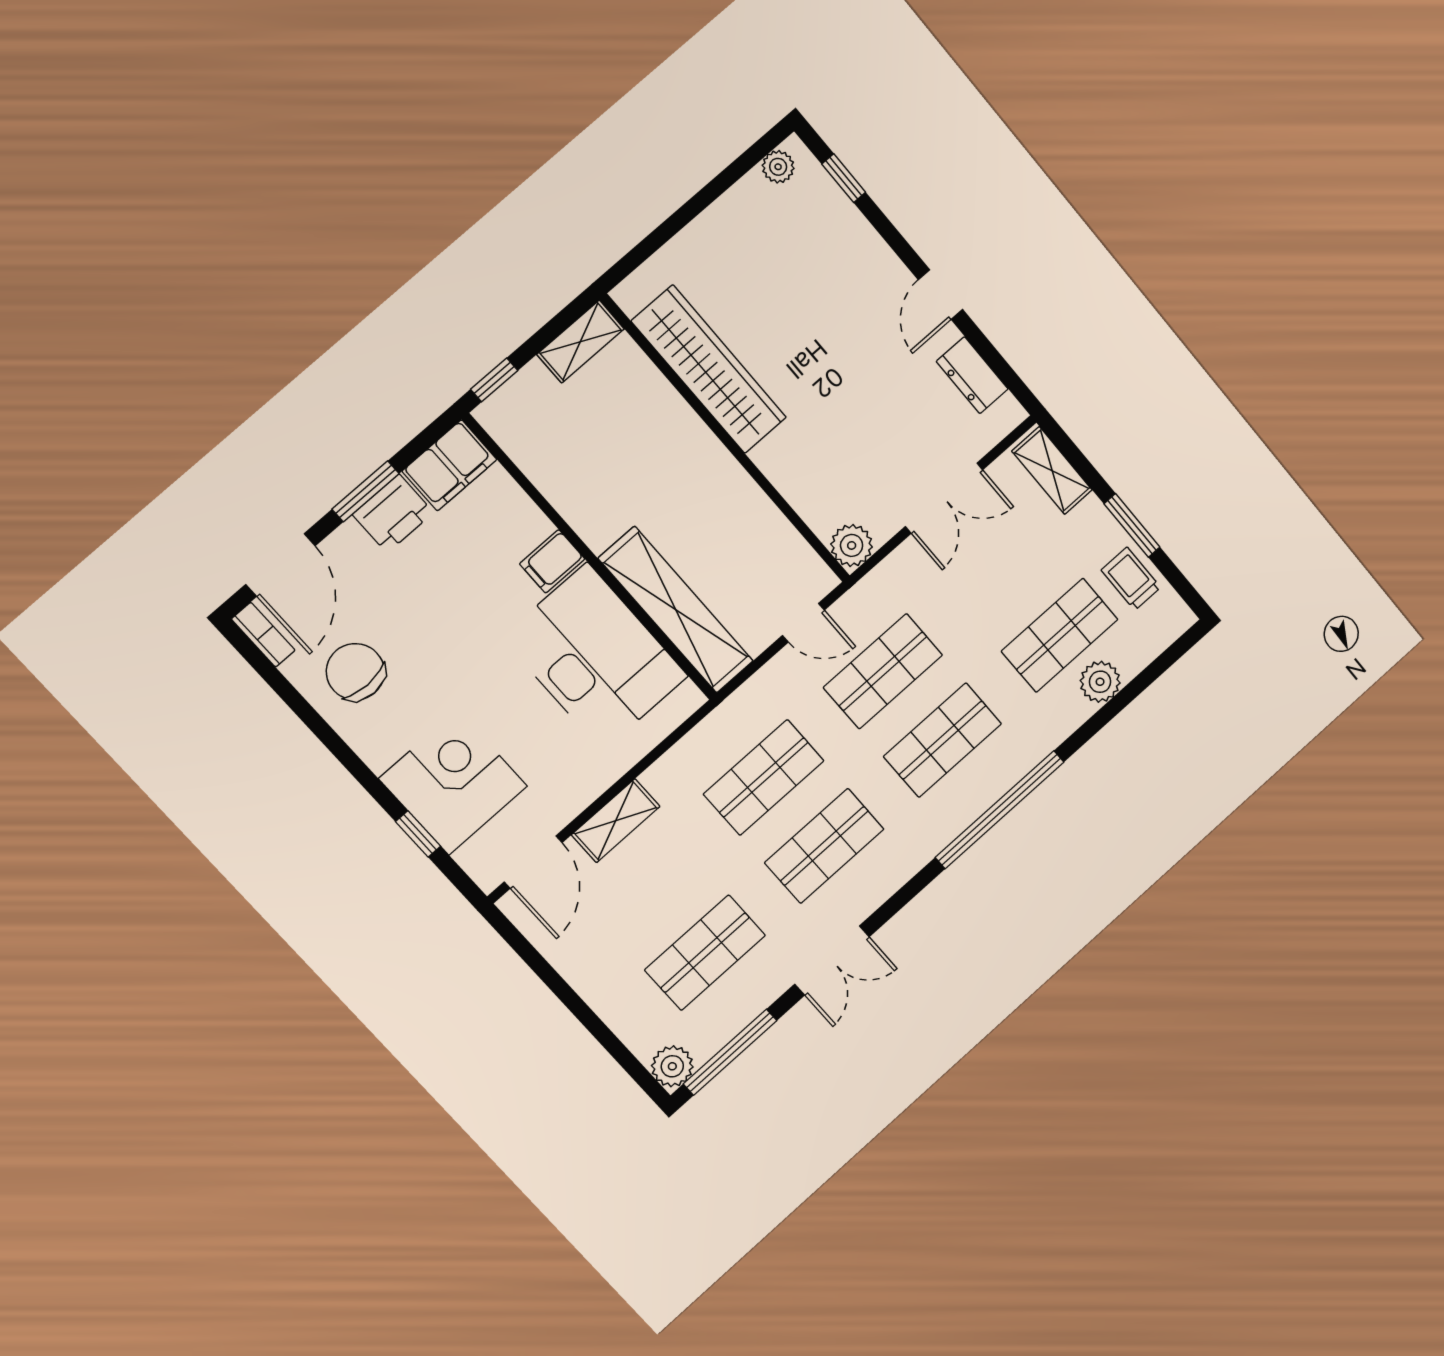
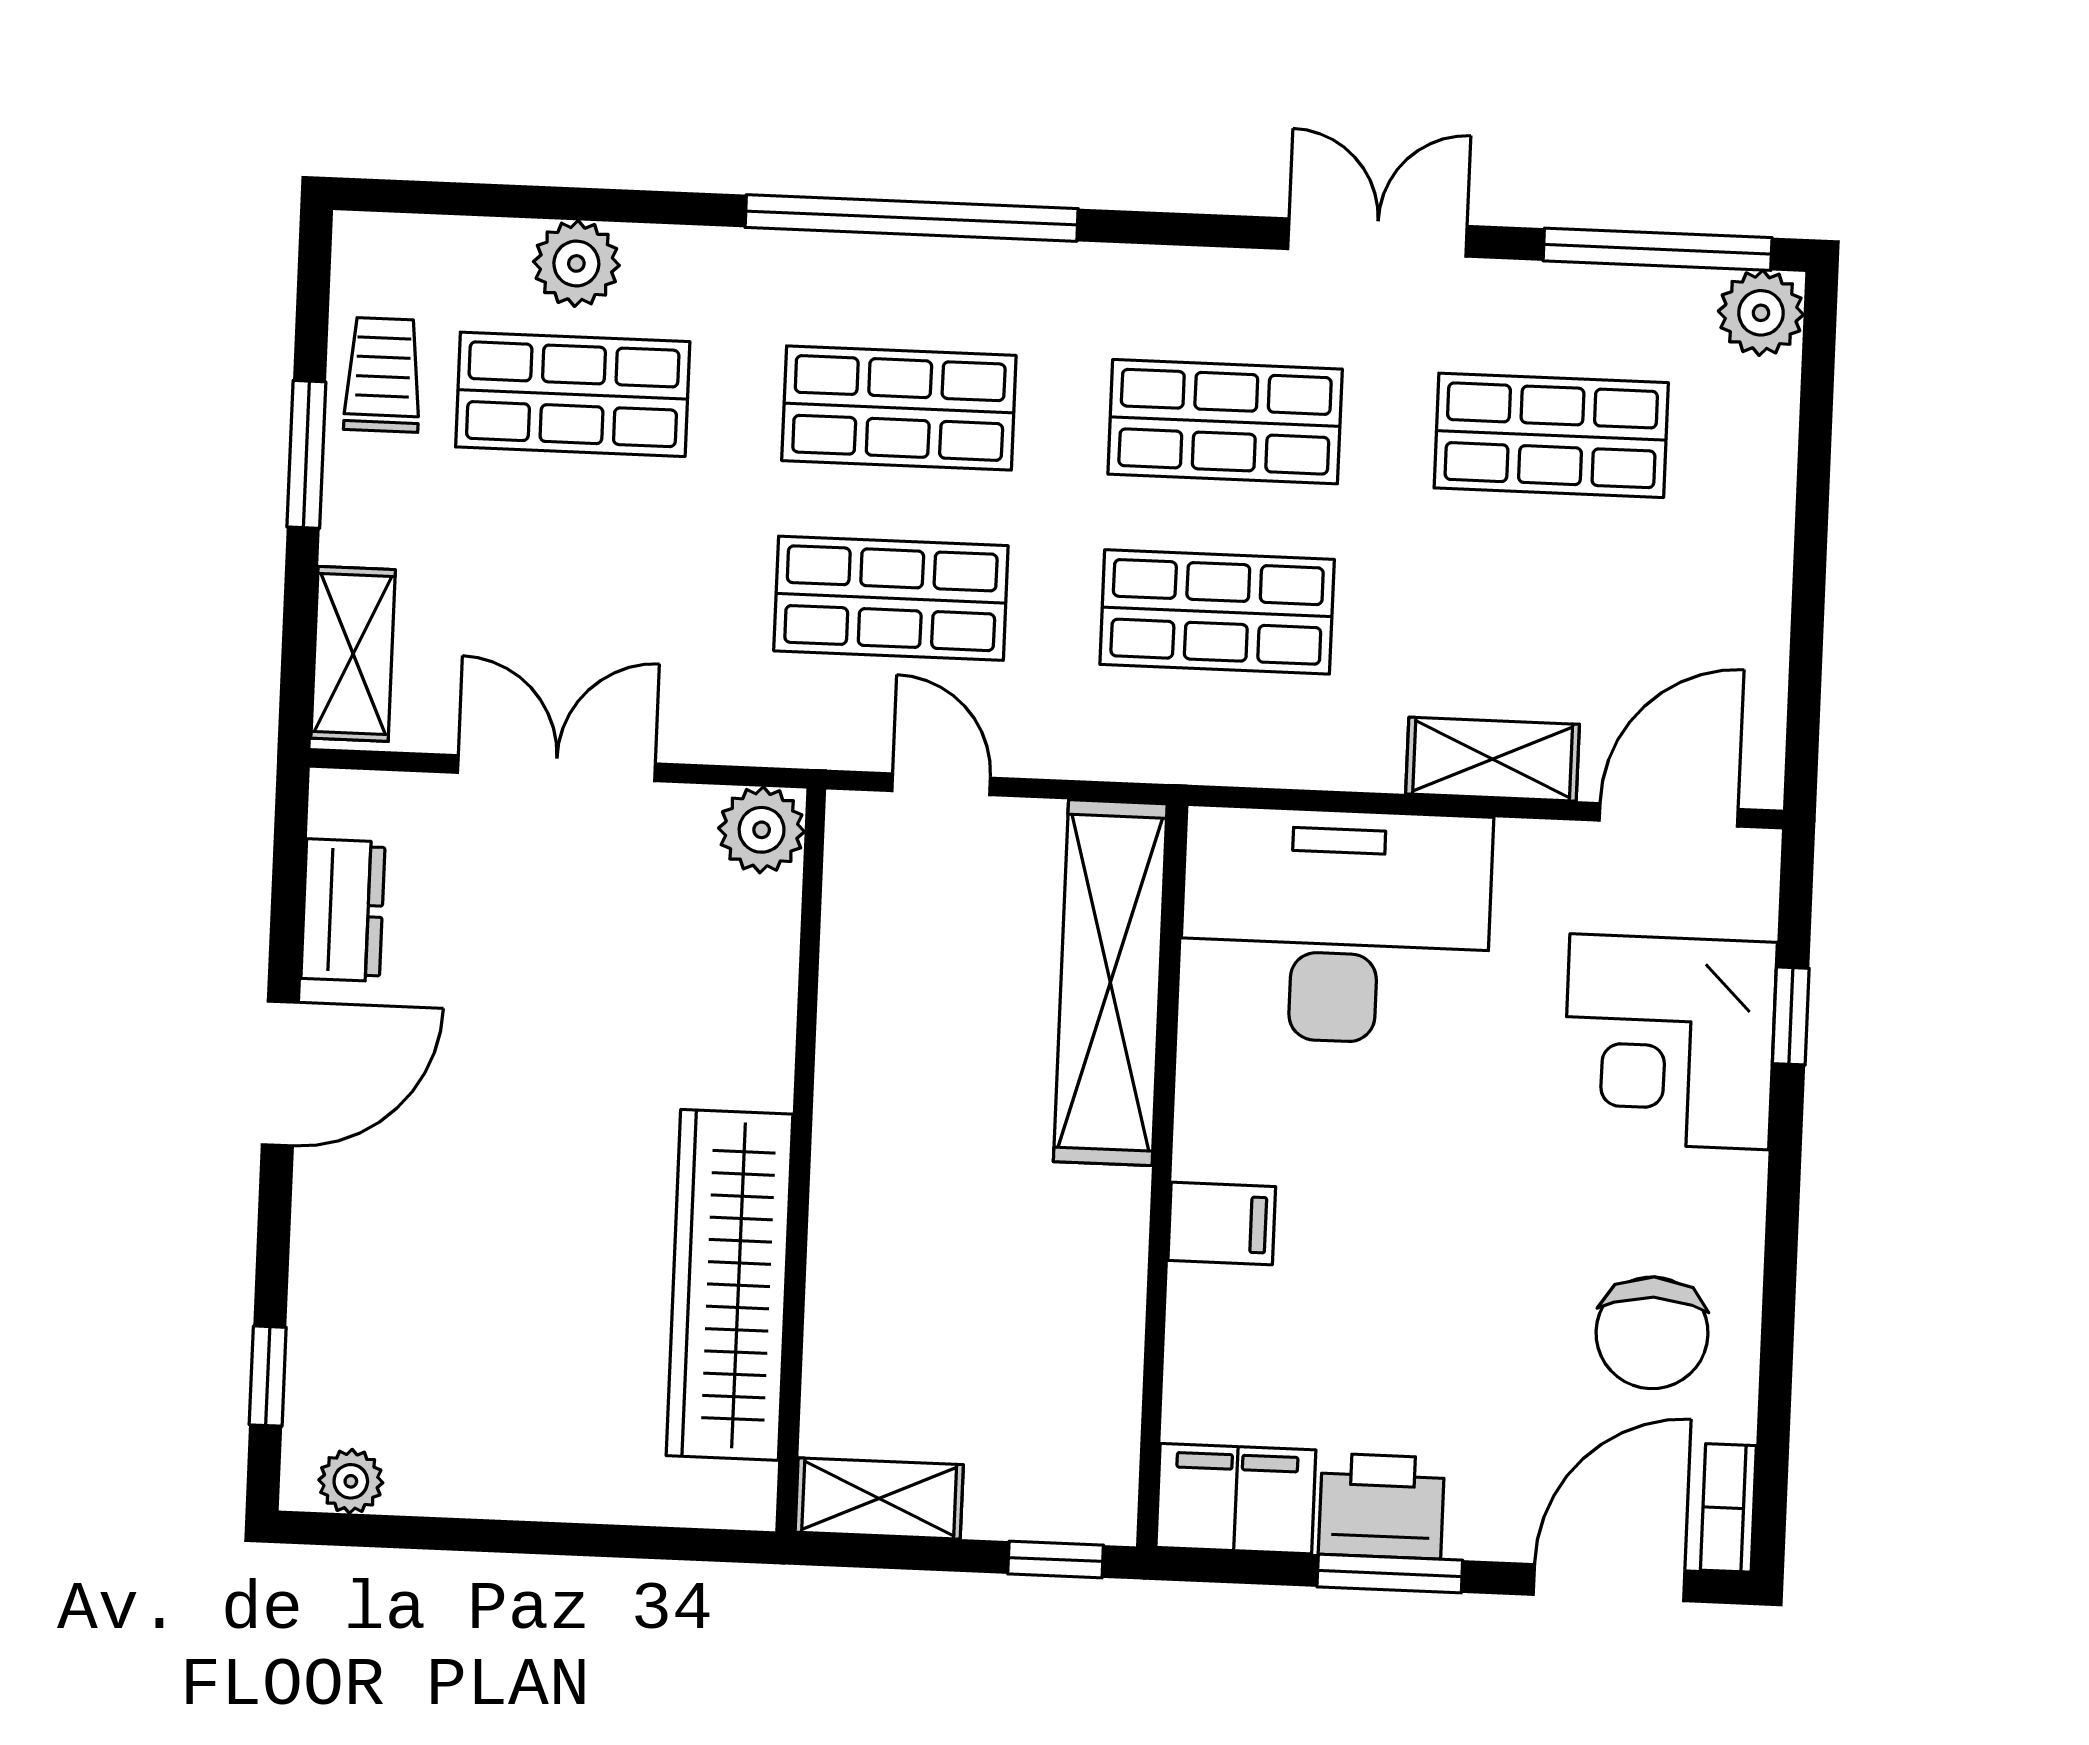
door: (940, 295) -> (280, 1074), width x1.38
trolley: (1131, 579) -> (383, 375), turned 180
desk: (595, 657) -> (1336, 926), moved, turned 90

